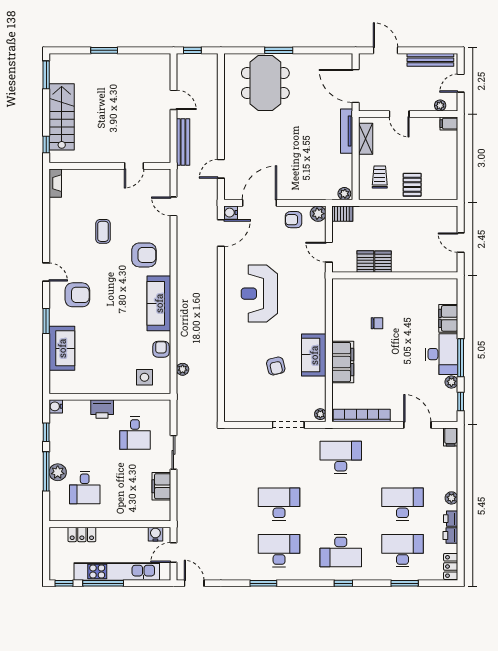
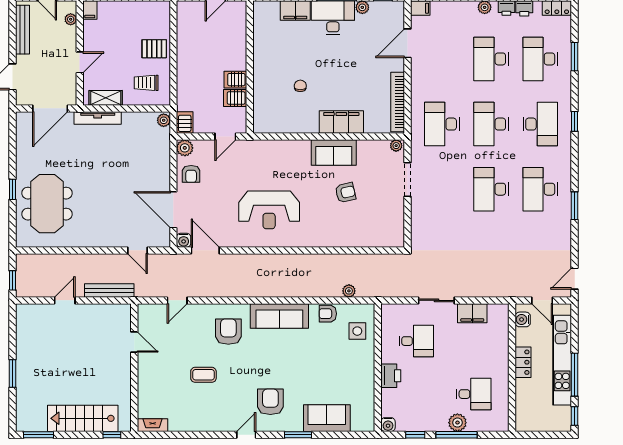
window: (279, 50) -> (13, 189), width x0.67
meeting table: (265, 83) -> (47, 204), turned 90
desk: (341, 504) -> (491, 124), added
locker: (82, 534) -> (523, 362), moved

